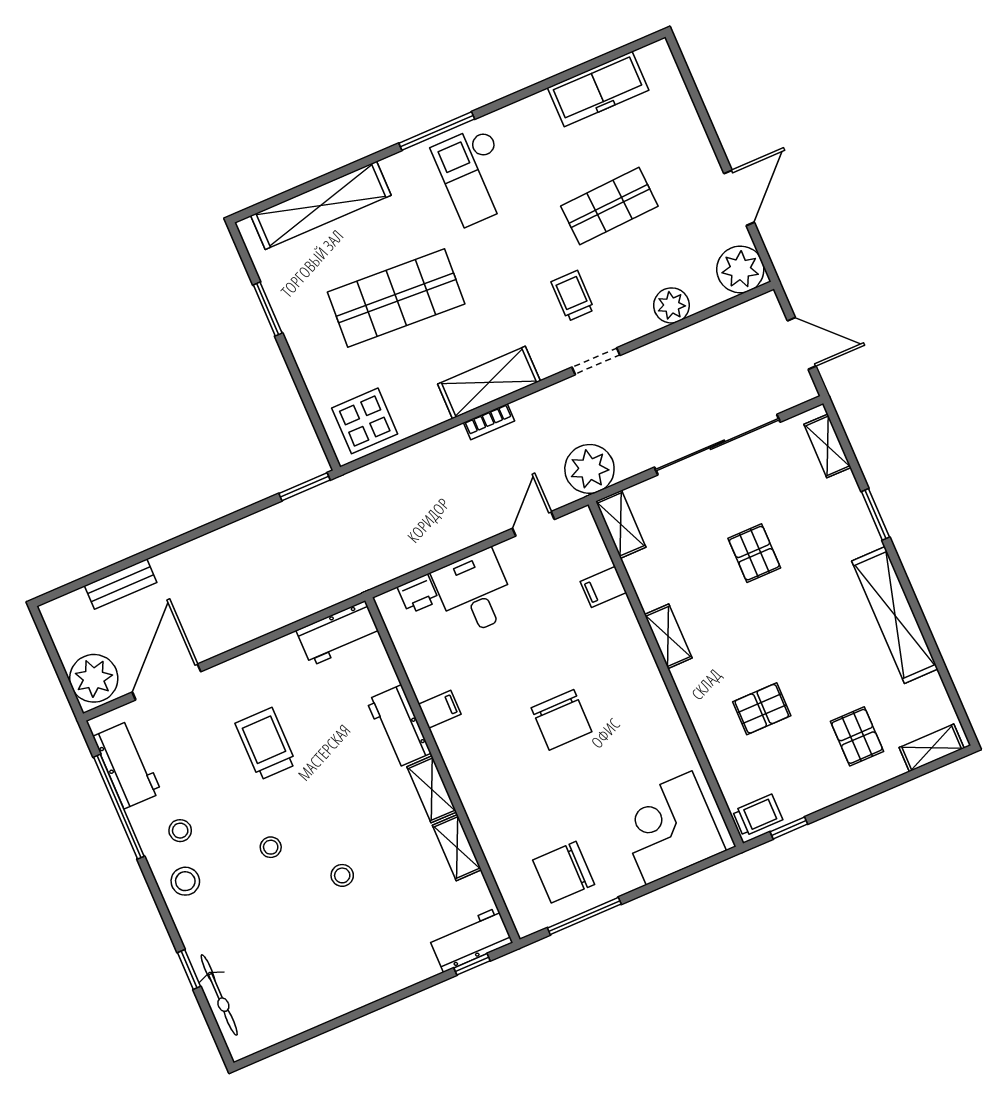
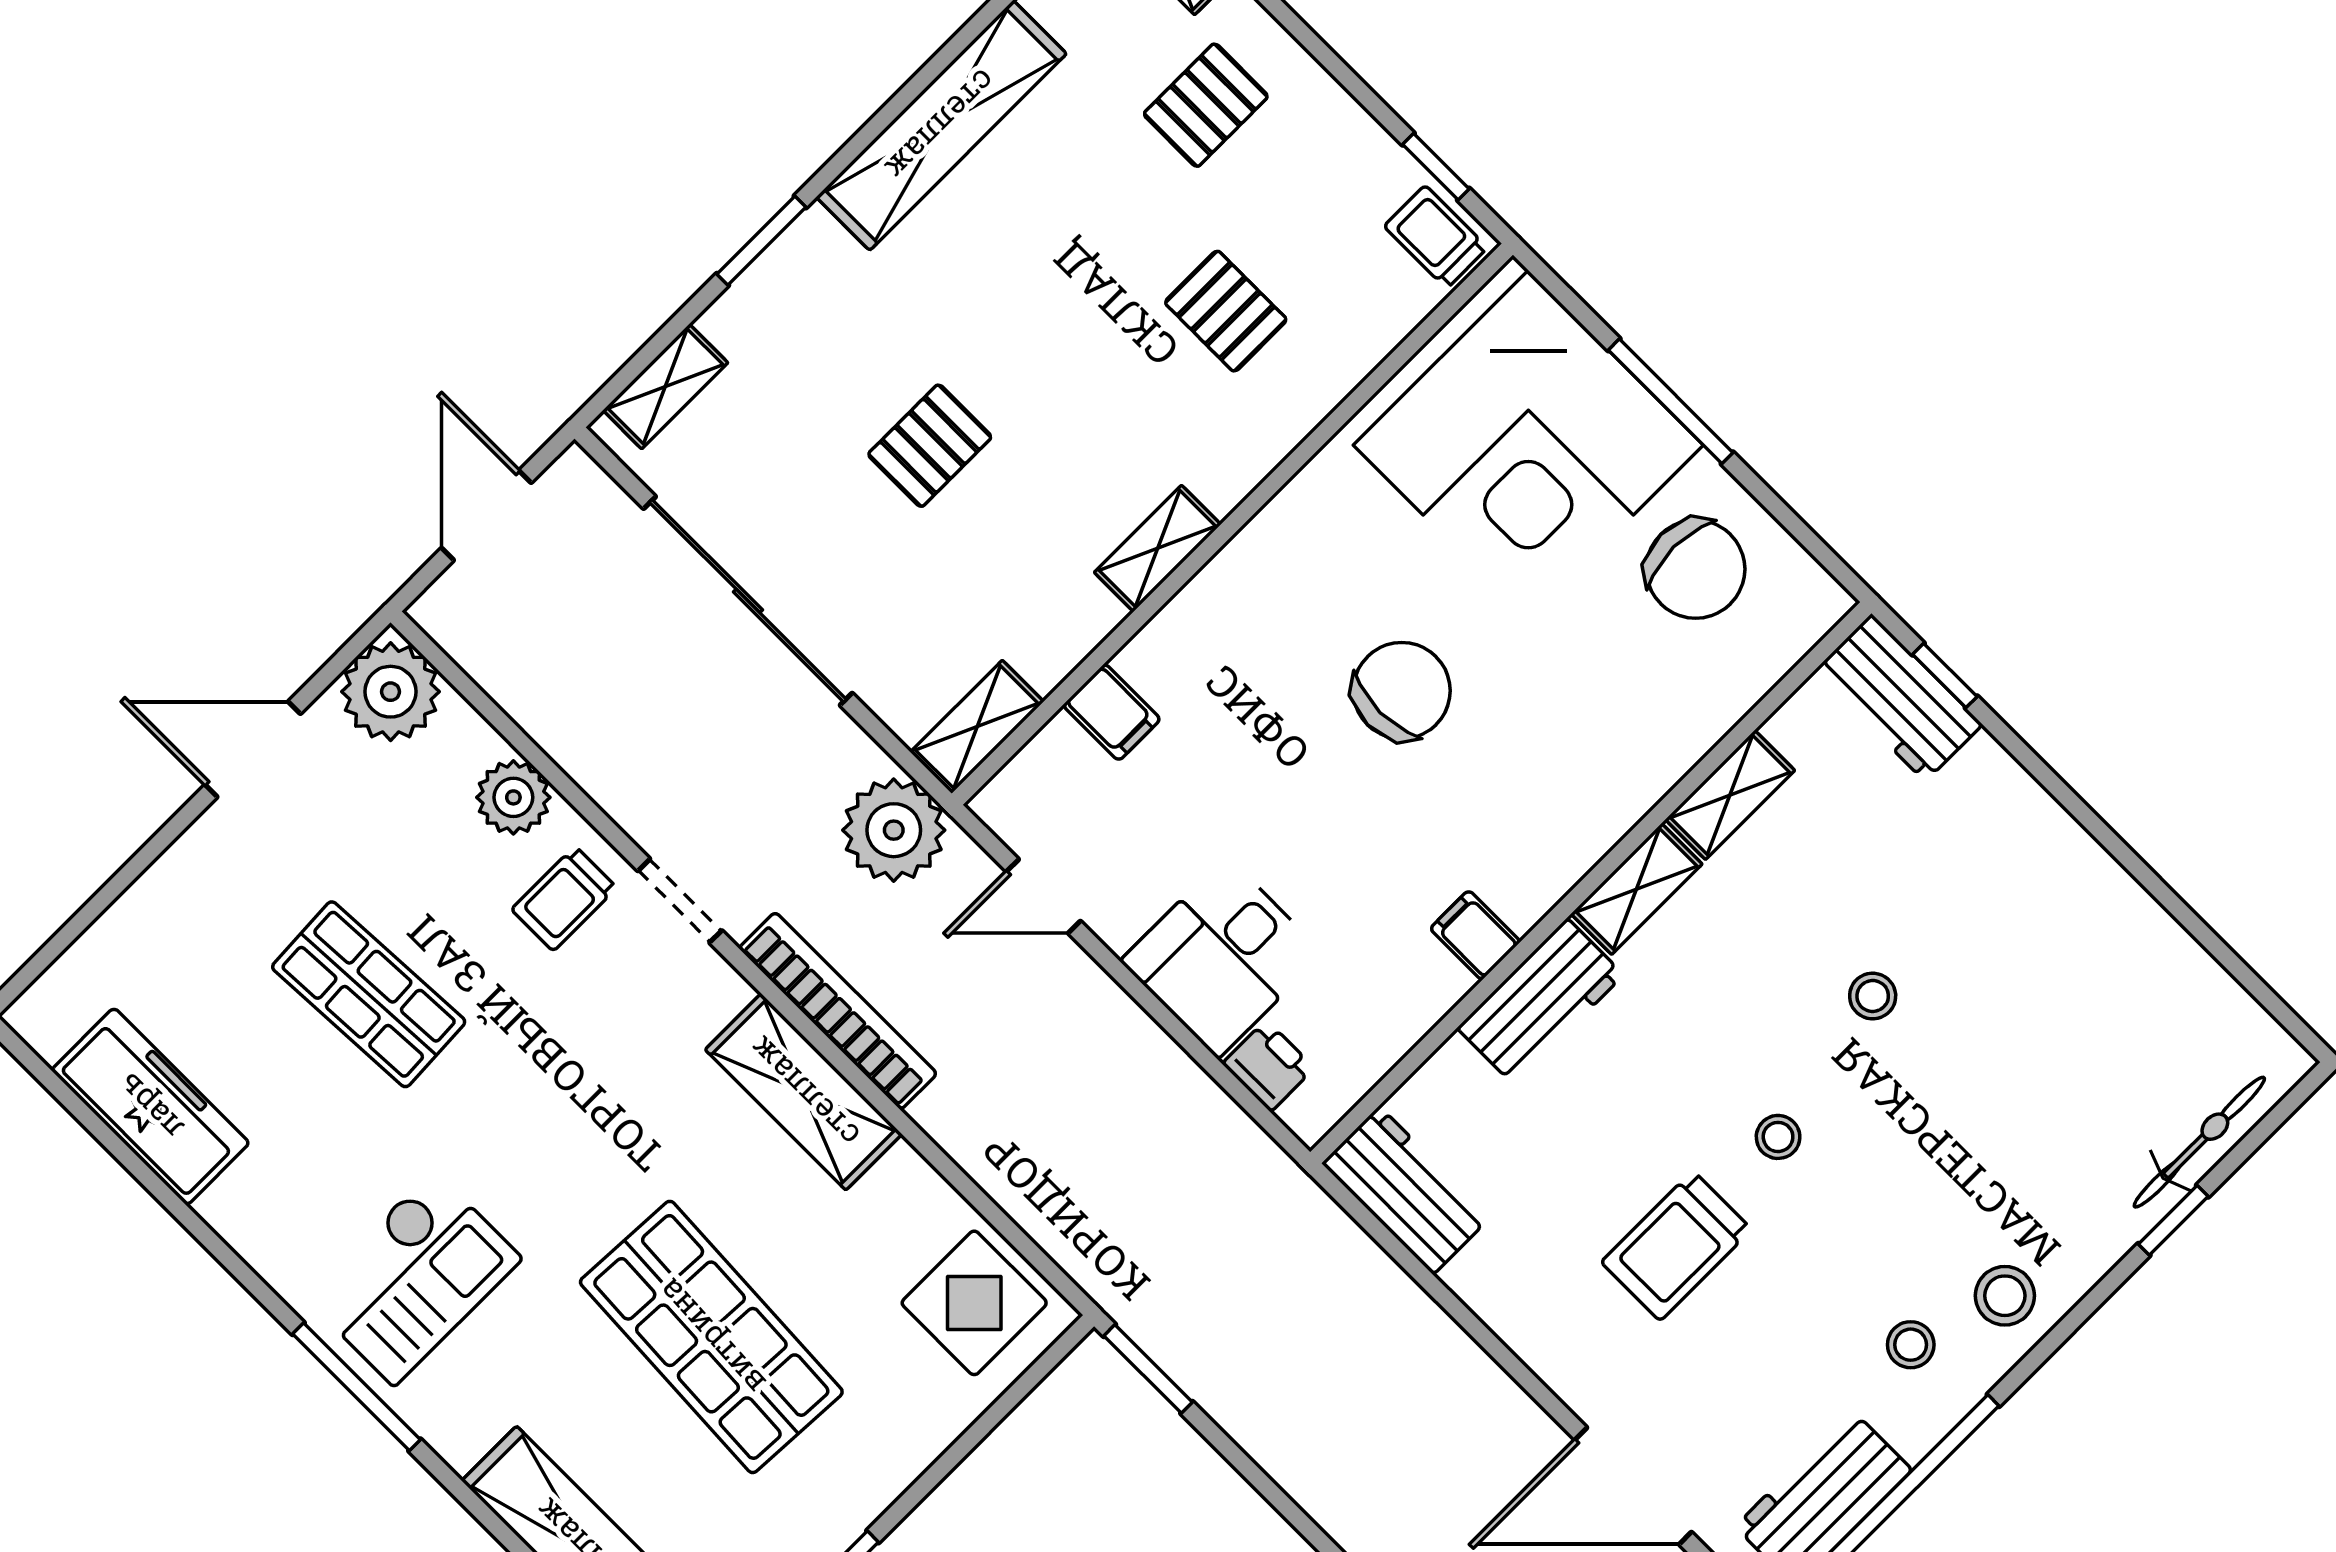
trolley: (573, 296) -> (564, 899), moved
bookcase: (489, 422) -> (838, 1011), width x2.31, depth x1.31
corner desk: (669, 828) -> (1528, 445), width x1.36, depth x1.36
stool: (271, 847) -> (1778, 1137), moved
window: (584, 916) -> (1671, 401), moved

